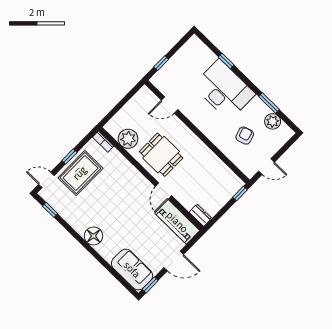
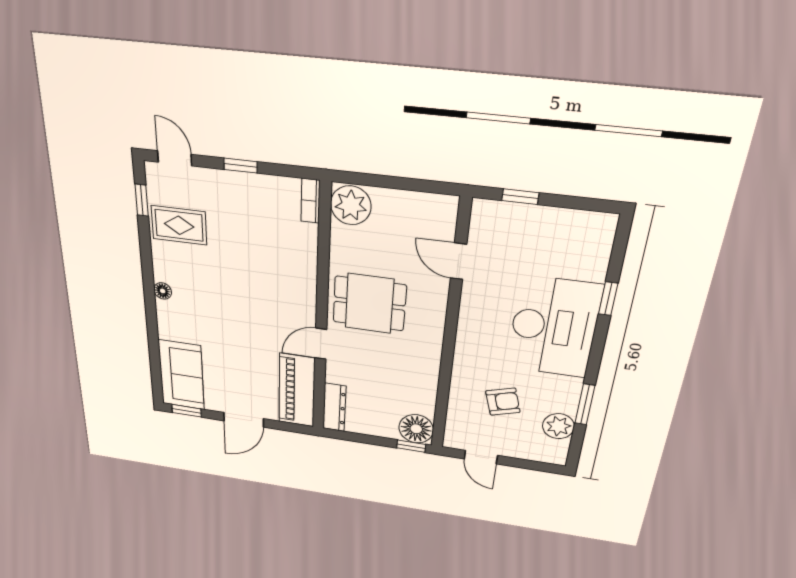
plant: (128, 139) -> (351, 205), moved
dining table: (161, 155) -> (369, 304), turned 90
rug: (80, 173) -> (179, 225), moved, width x0.73, depth x0.70
floor lamp: (233, 184) -> (416, 429), added
dresser: (200, 215) -> (334, 407), width x1.44
floor lamp: (94, 236) -> (163, 291), width x0.53, depth x0.53
door: (174, 261) -> (244, 420), hinge flipped

